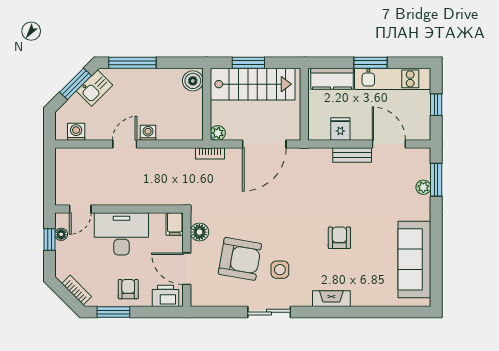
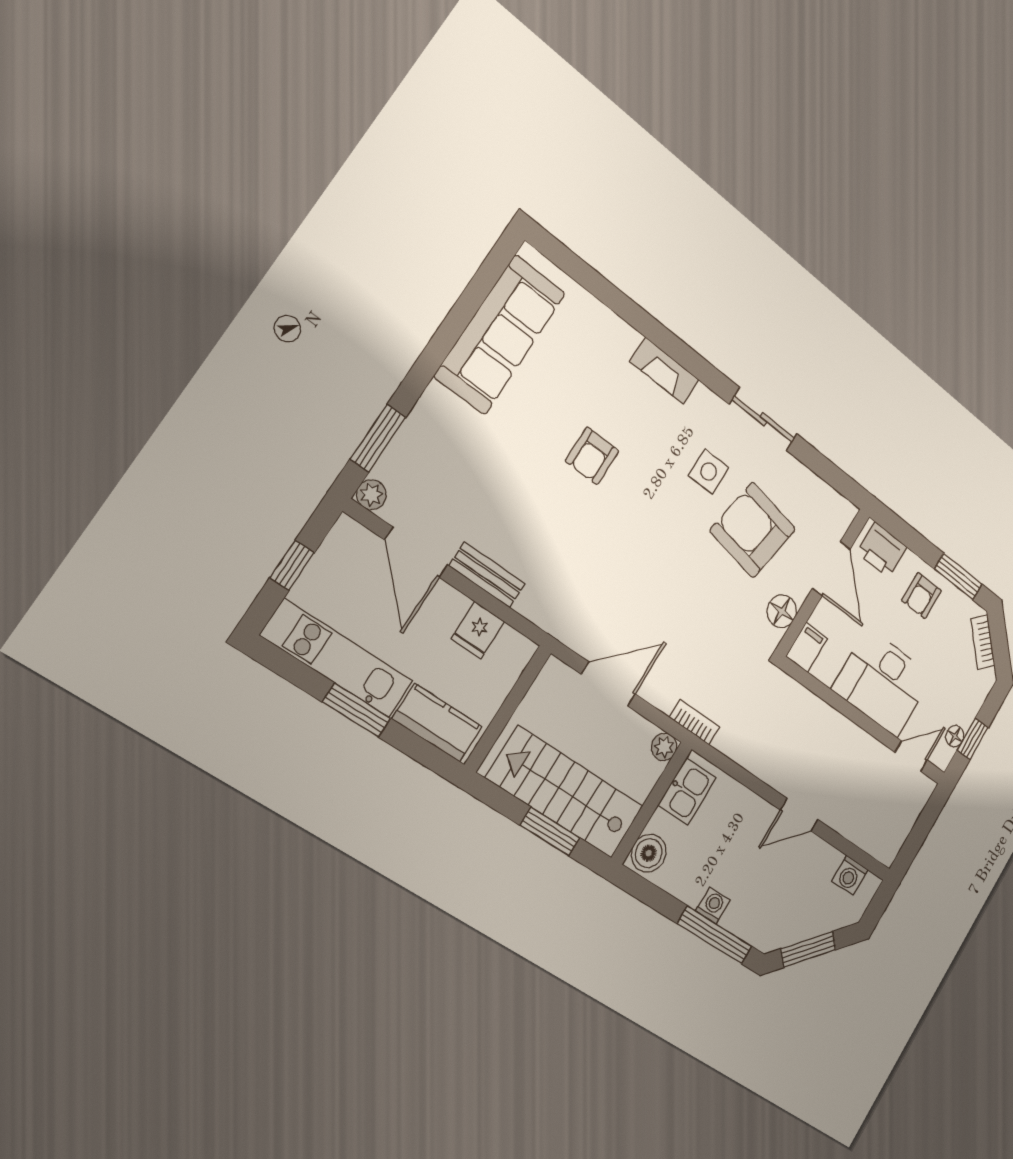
kitchen sink: (94, 88) -> (687, 791), moved, turned 135
washing machine: (148, 133) -> (713, 905), moved, turned 180
door: (264, 144) -> (608, 684), width x0.73
plant: (423, 187) -> (371, 495), moved

